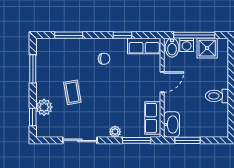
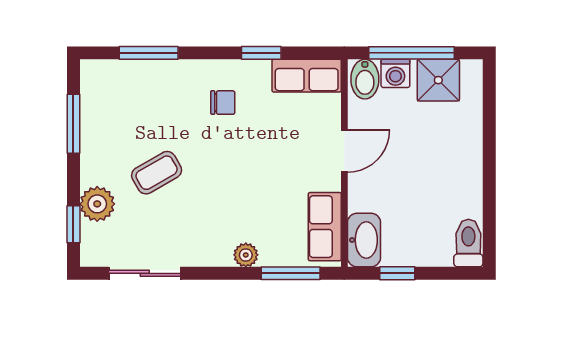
coffee table: (72, 92) -> (157, 173), turned 70
toilet: (217, 96) -> (468, 243), moved, turned 90
sliding door: (80, 140) -> (145, 273), moved
window: (188, 140) -> (397, 273), width x0.67

